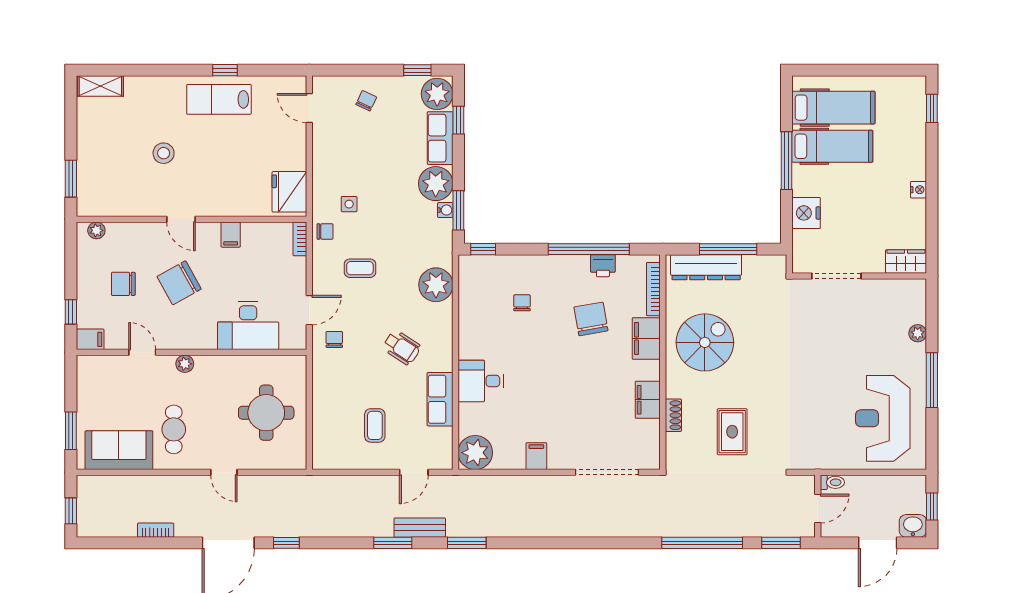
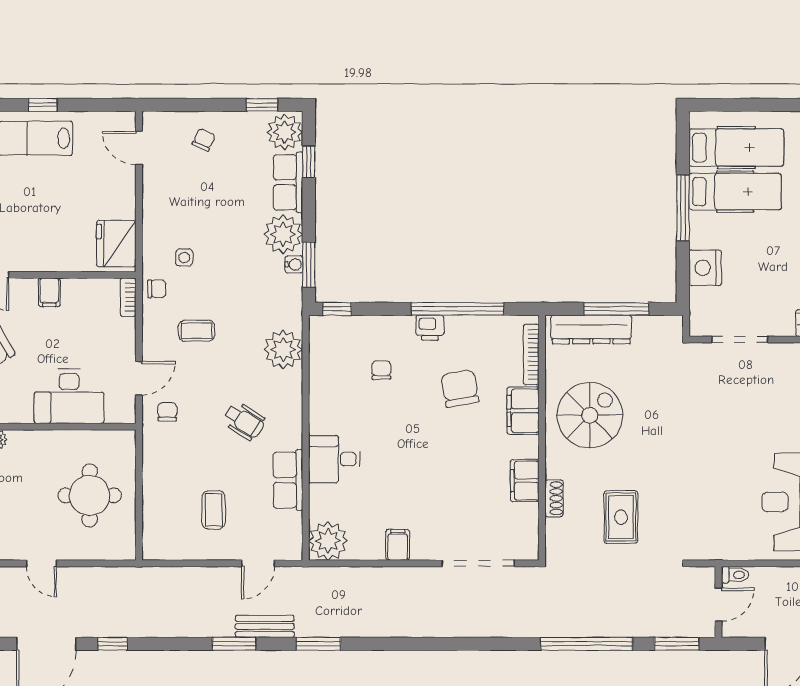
printer: (603, 266) -> (430, 328), moved

